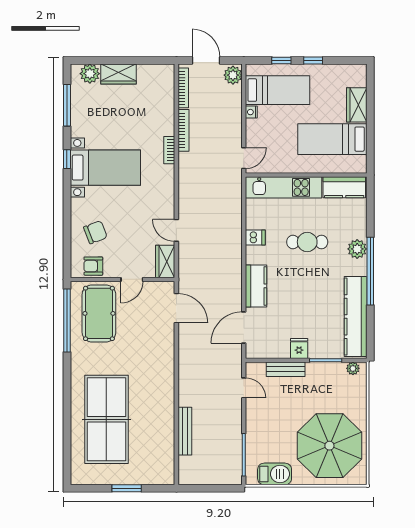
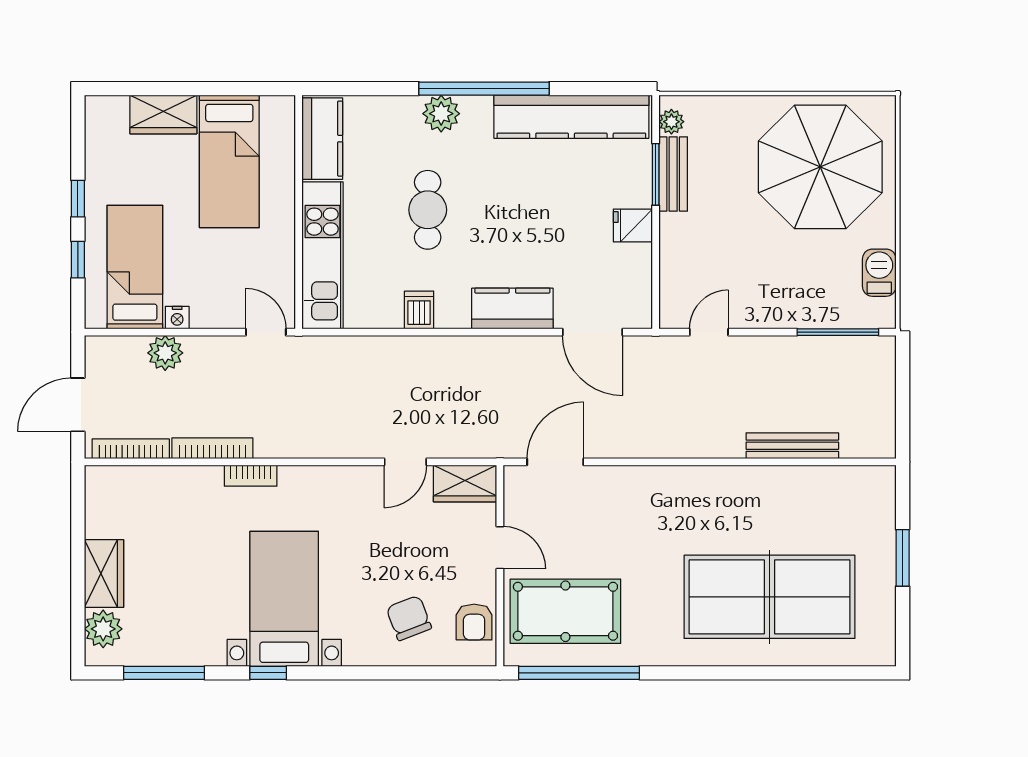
plant: (233, 75) -> (165, 353), moved
bench: (286, 369) -> (673, 174), moved
barbecue: (275, 474) -> (879, 273), width x0.73, depth x0.79

